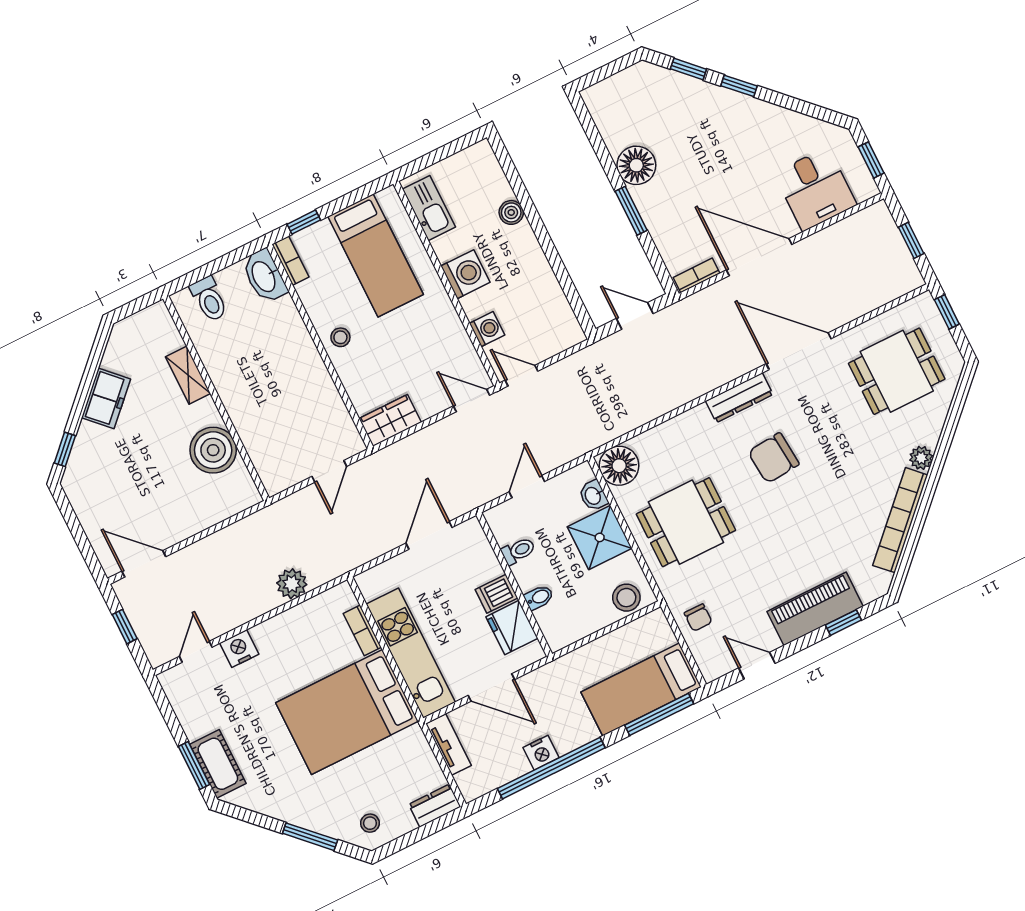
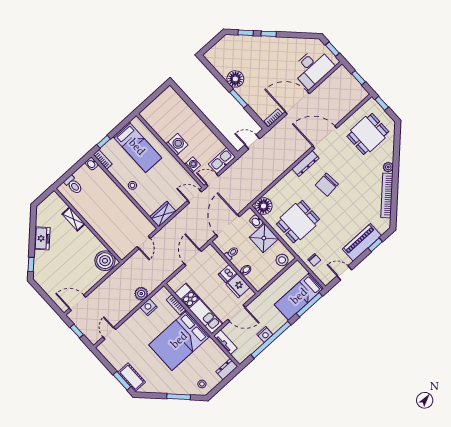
desk: (815, 189) -> (313, 68), width x1.37
kitchen sink: (429, 208) -> (222, 161), moved, turned -90
boiler: (511, 212) -> (189, 113), removed
washbasin: (264, 276) -> (92, 164), width x0.52, depth x0.69
boiler: (213, 450) -> (105, 261), moved
door: (527, 487) -> (228, 226), width x1.88
nightstand: (239, 649) -> (149, 307), moved

